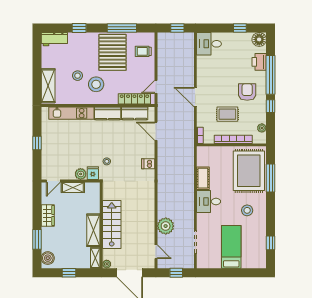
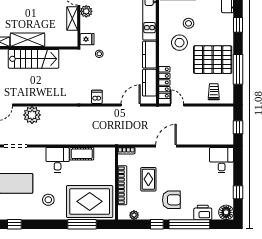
plant: (81, 174) -> (86, 11), moved

